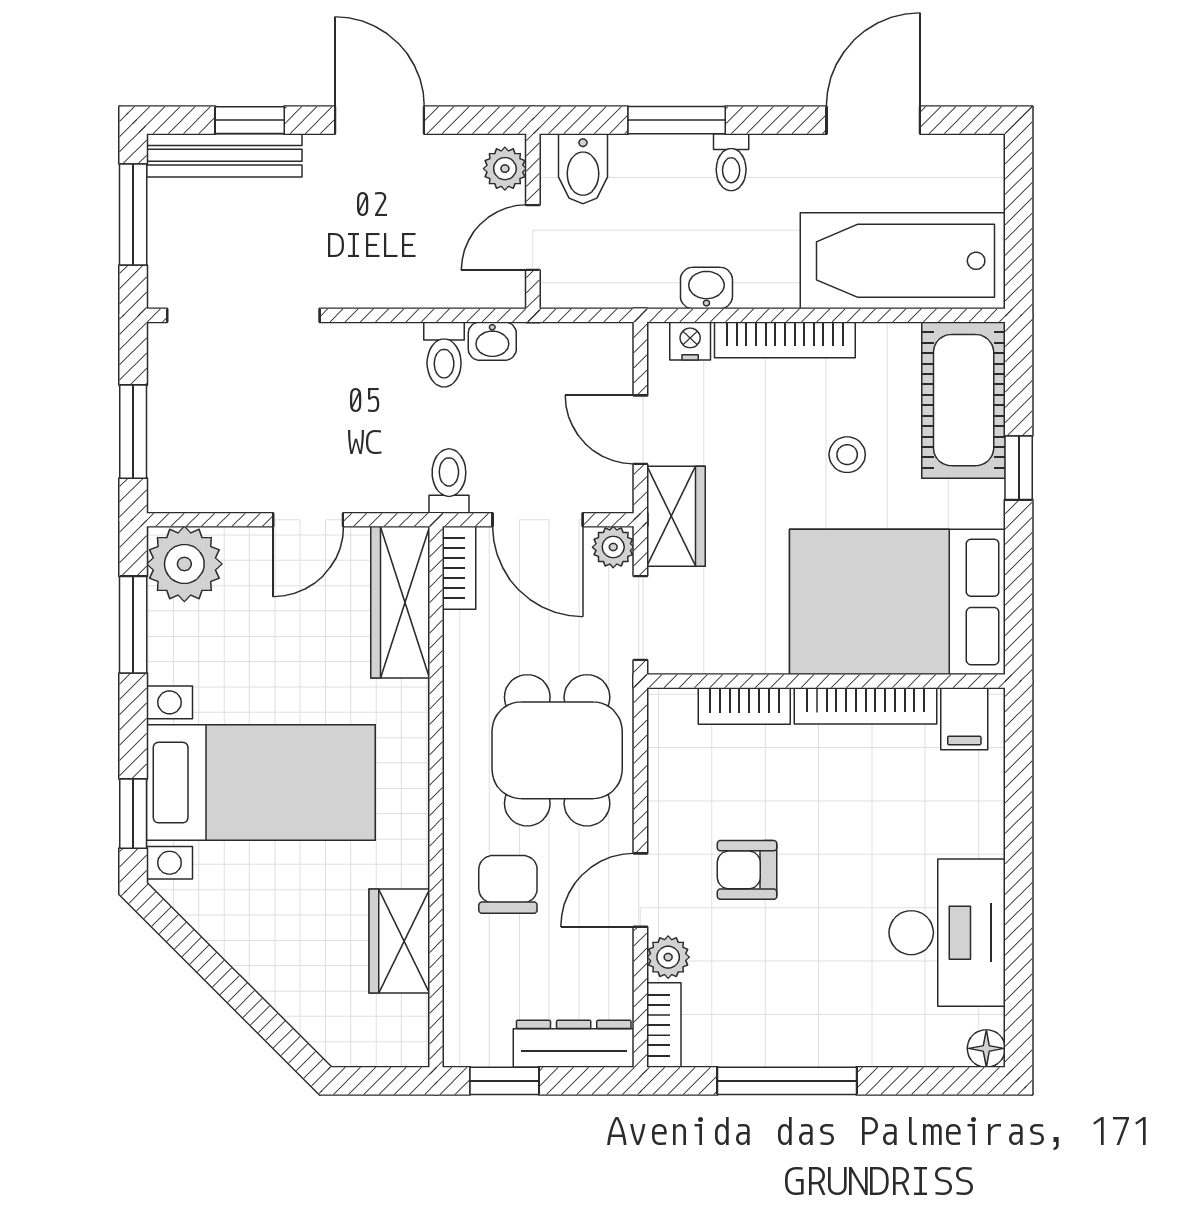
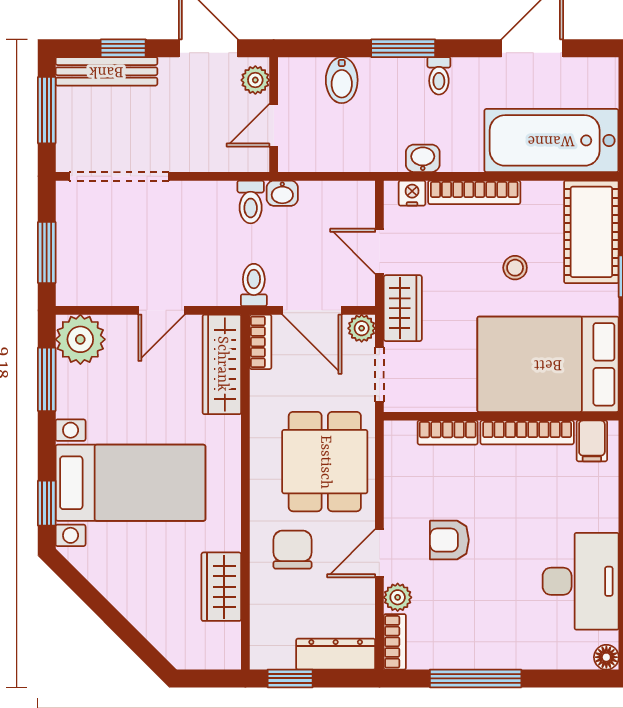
plant: (505, 169) -> (255, 80), moved
wall: (533, 221) -> (274, 115), moved
door: (533, 238) -> (274, 125), moved

